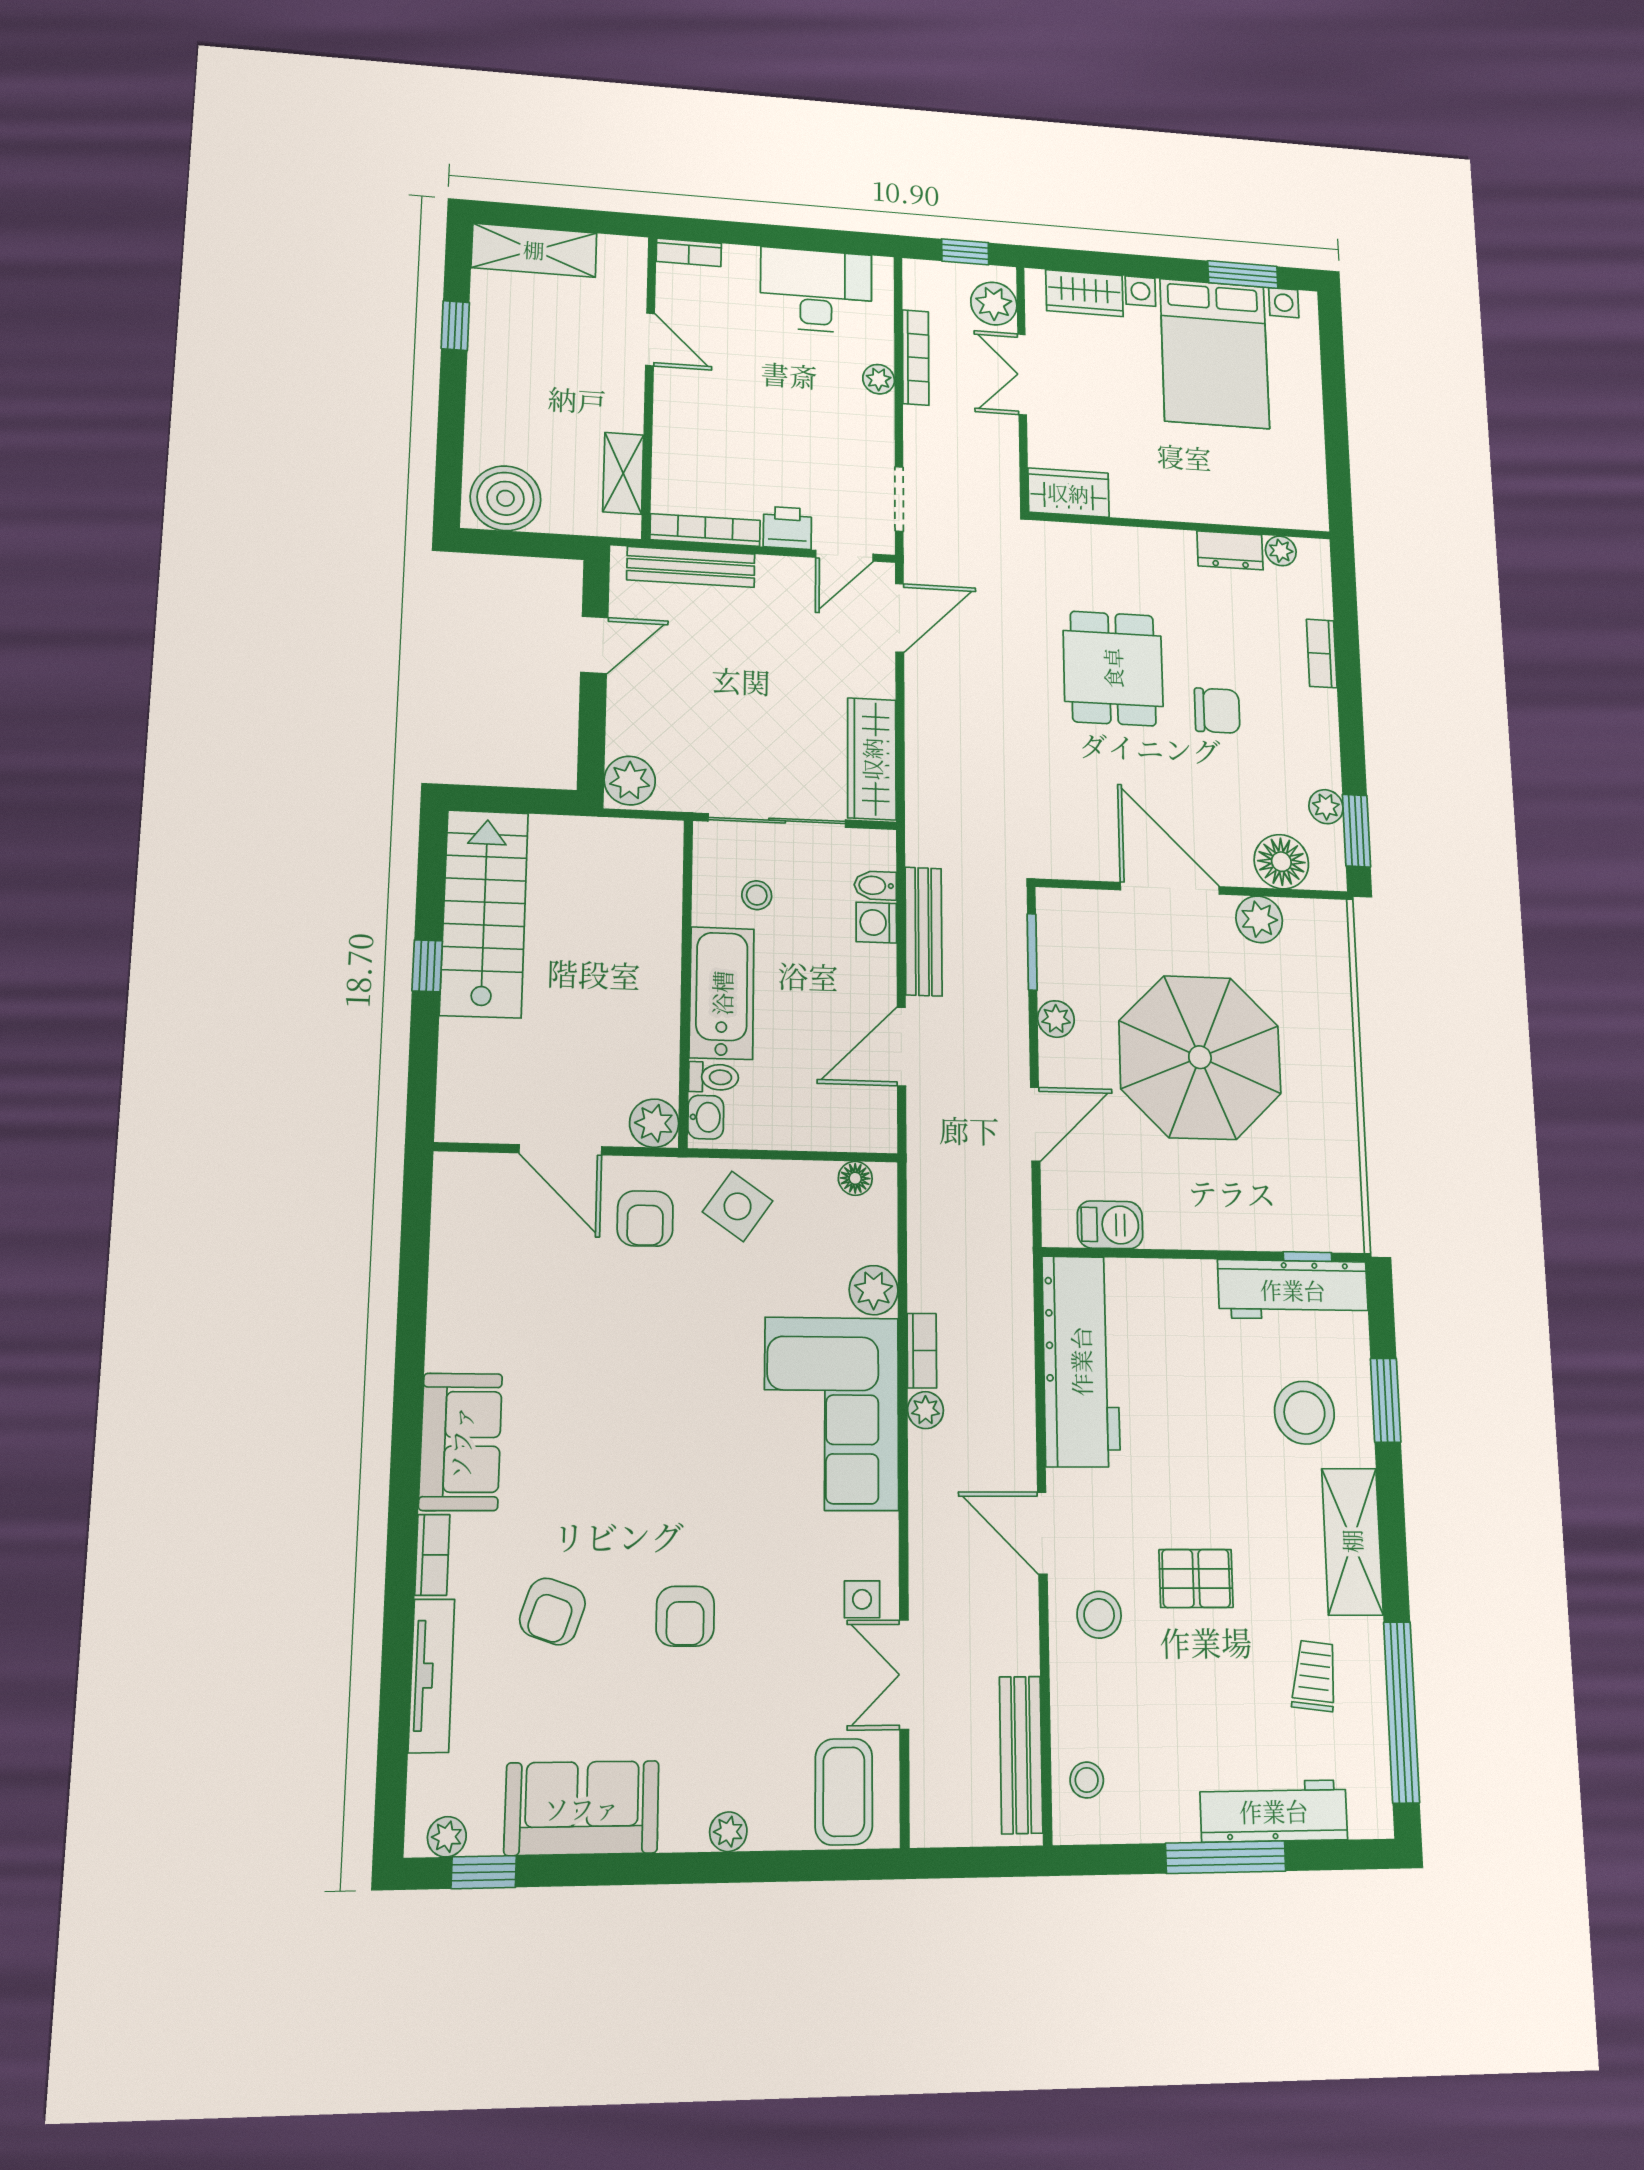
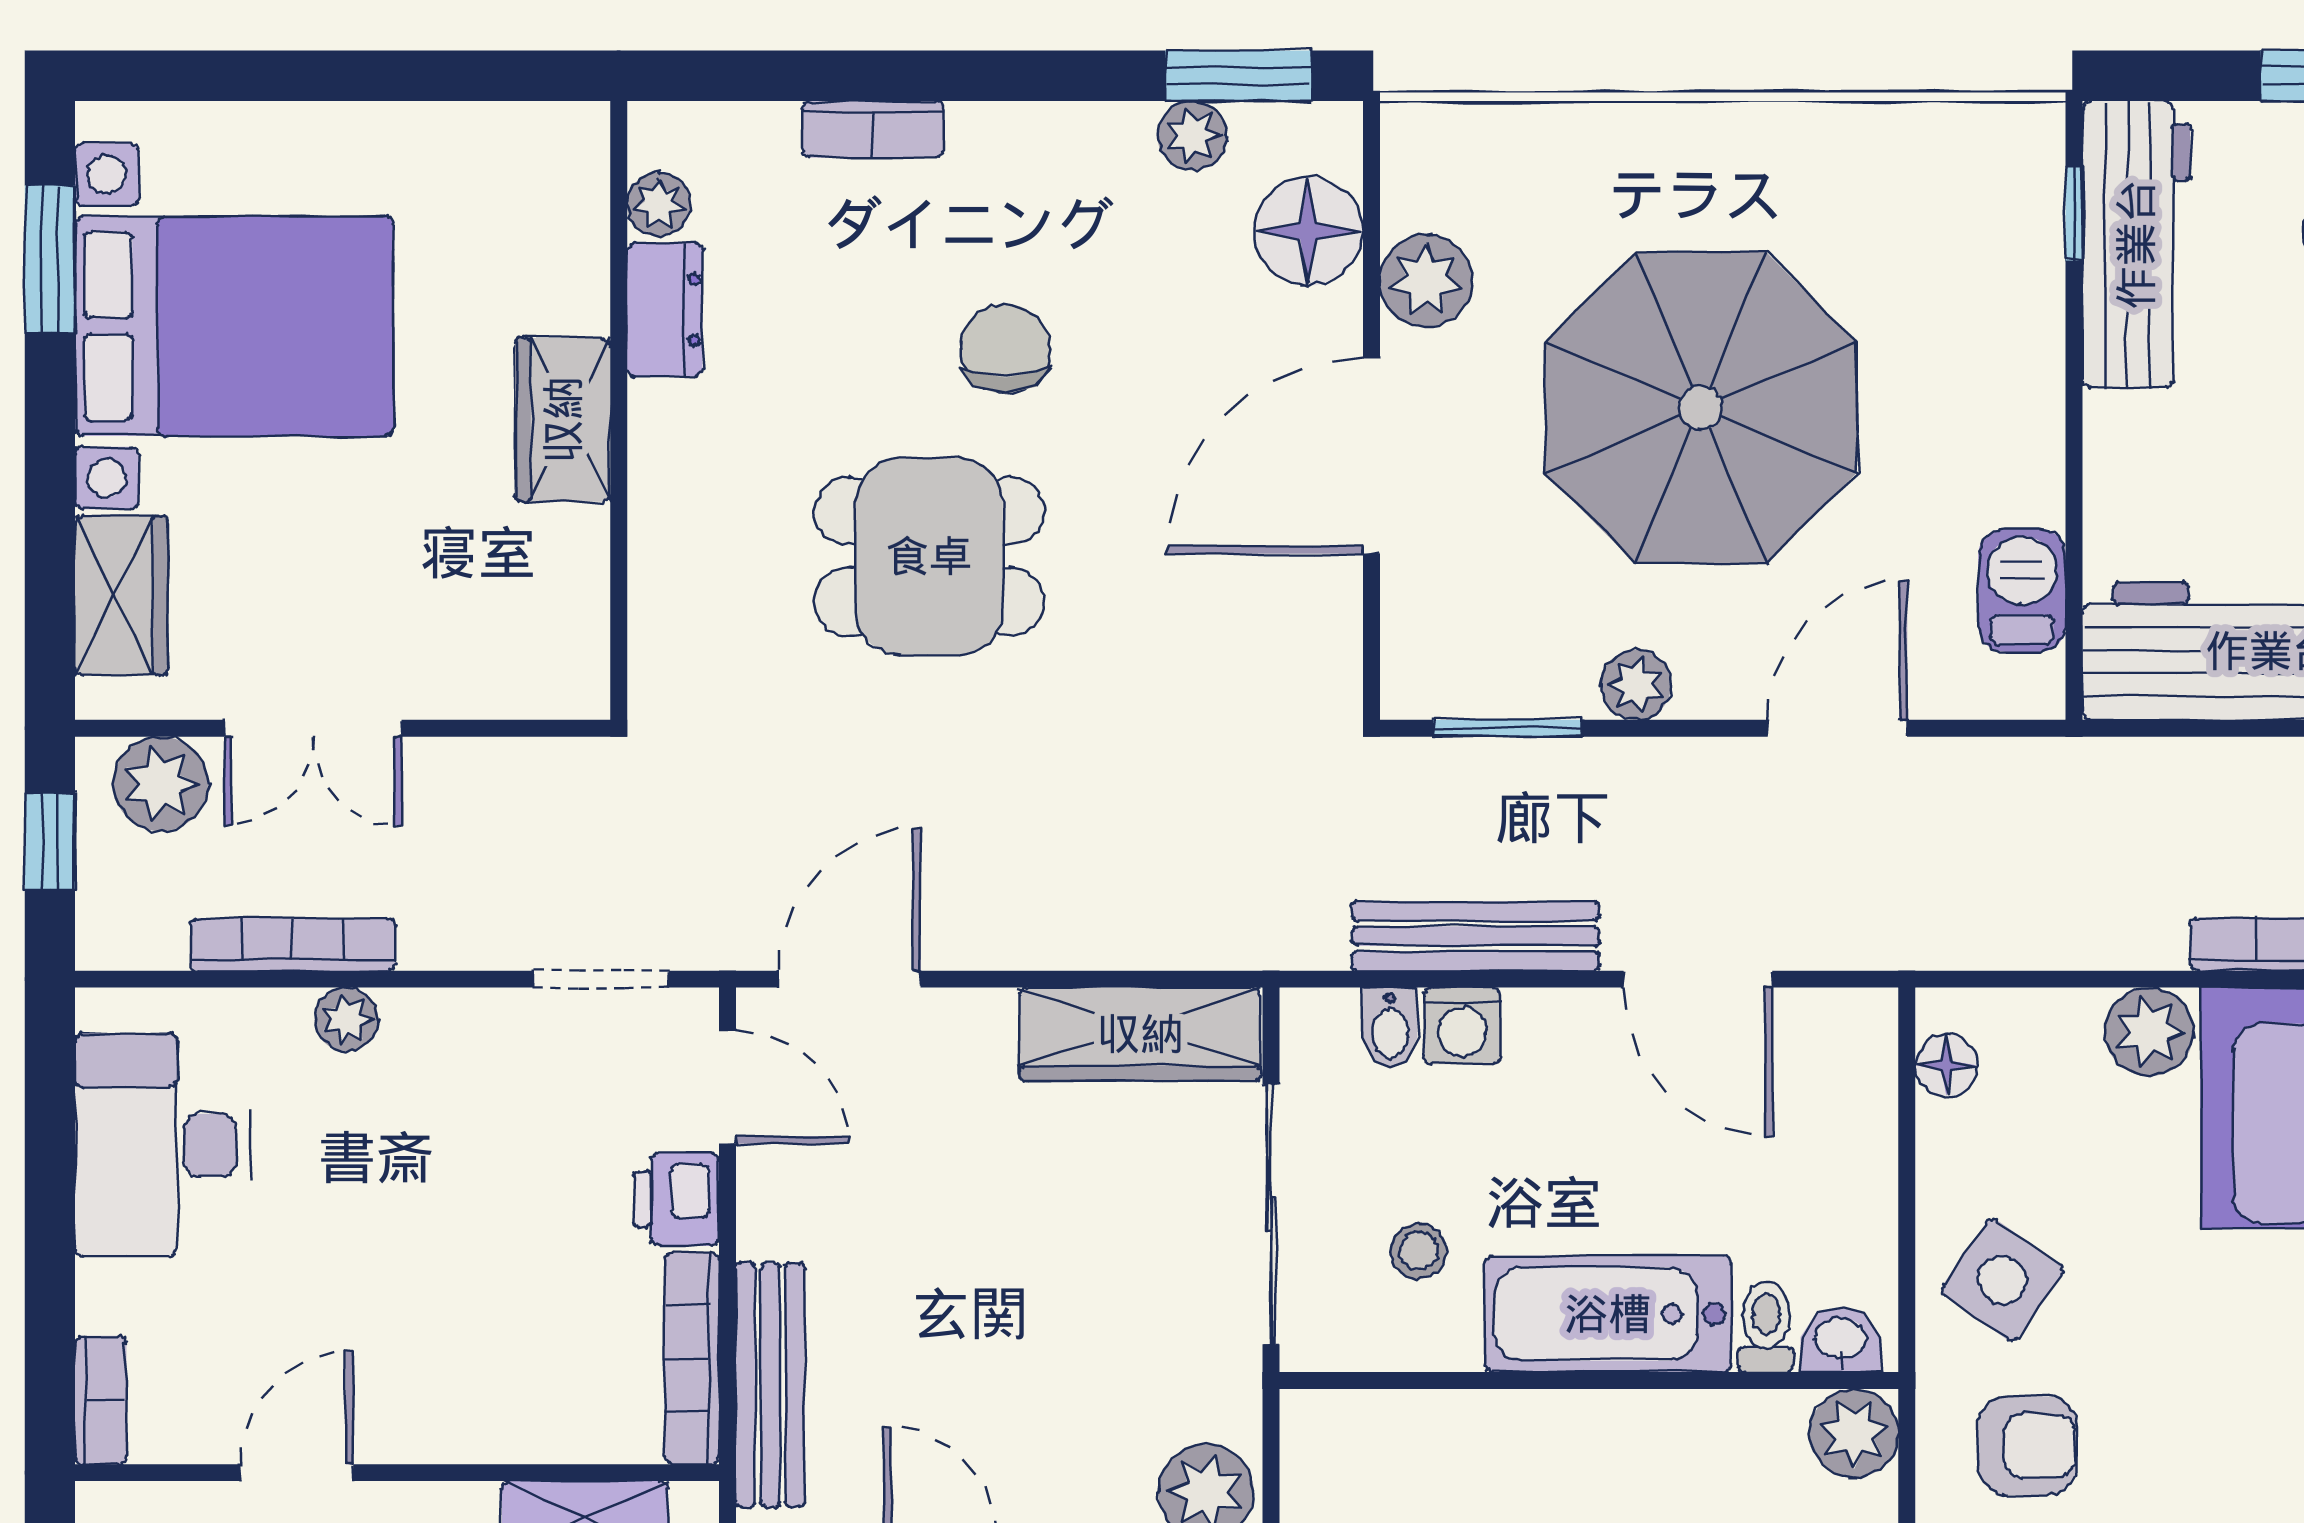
wardrobe: (1068, 493) -> (563, 420), moved
door: (900, 618) -> (849, 979), hinge flipped
door: (1035, 1124) -> (1837, 728), hinge flipped

